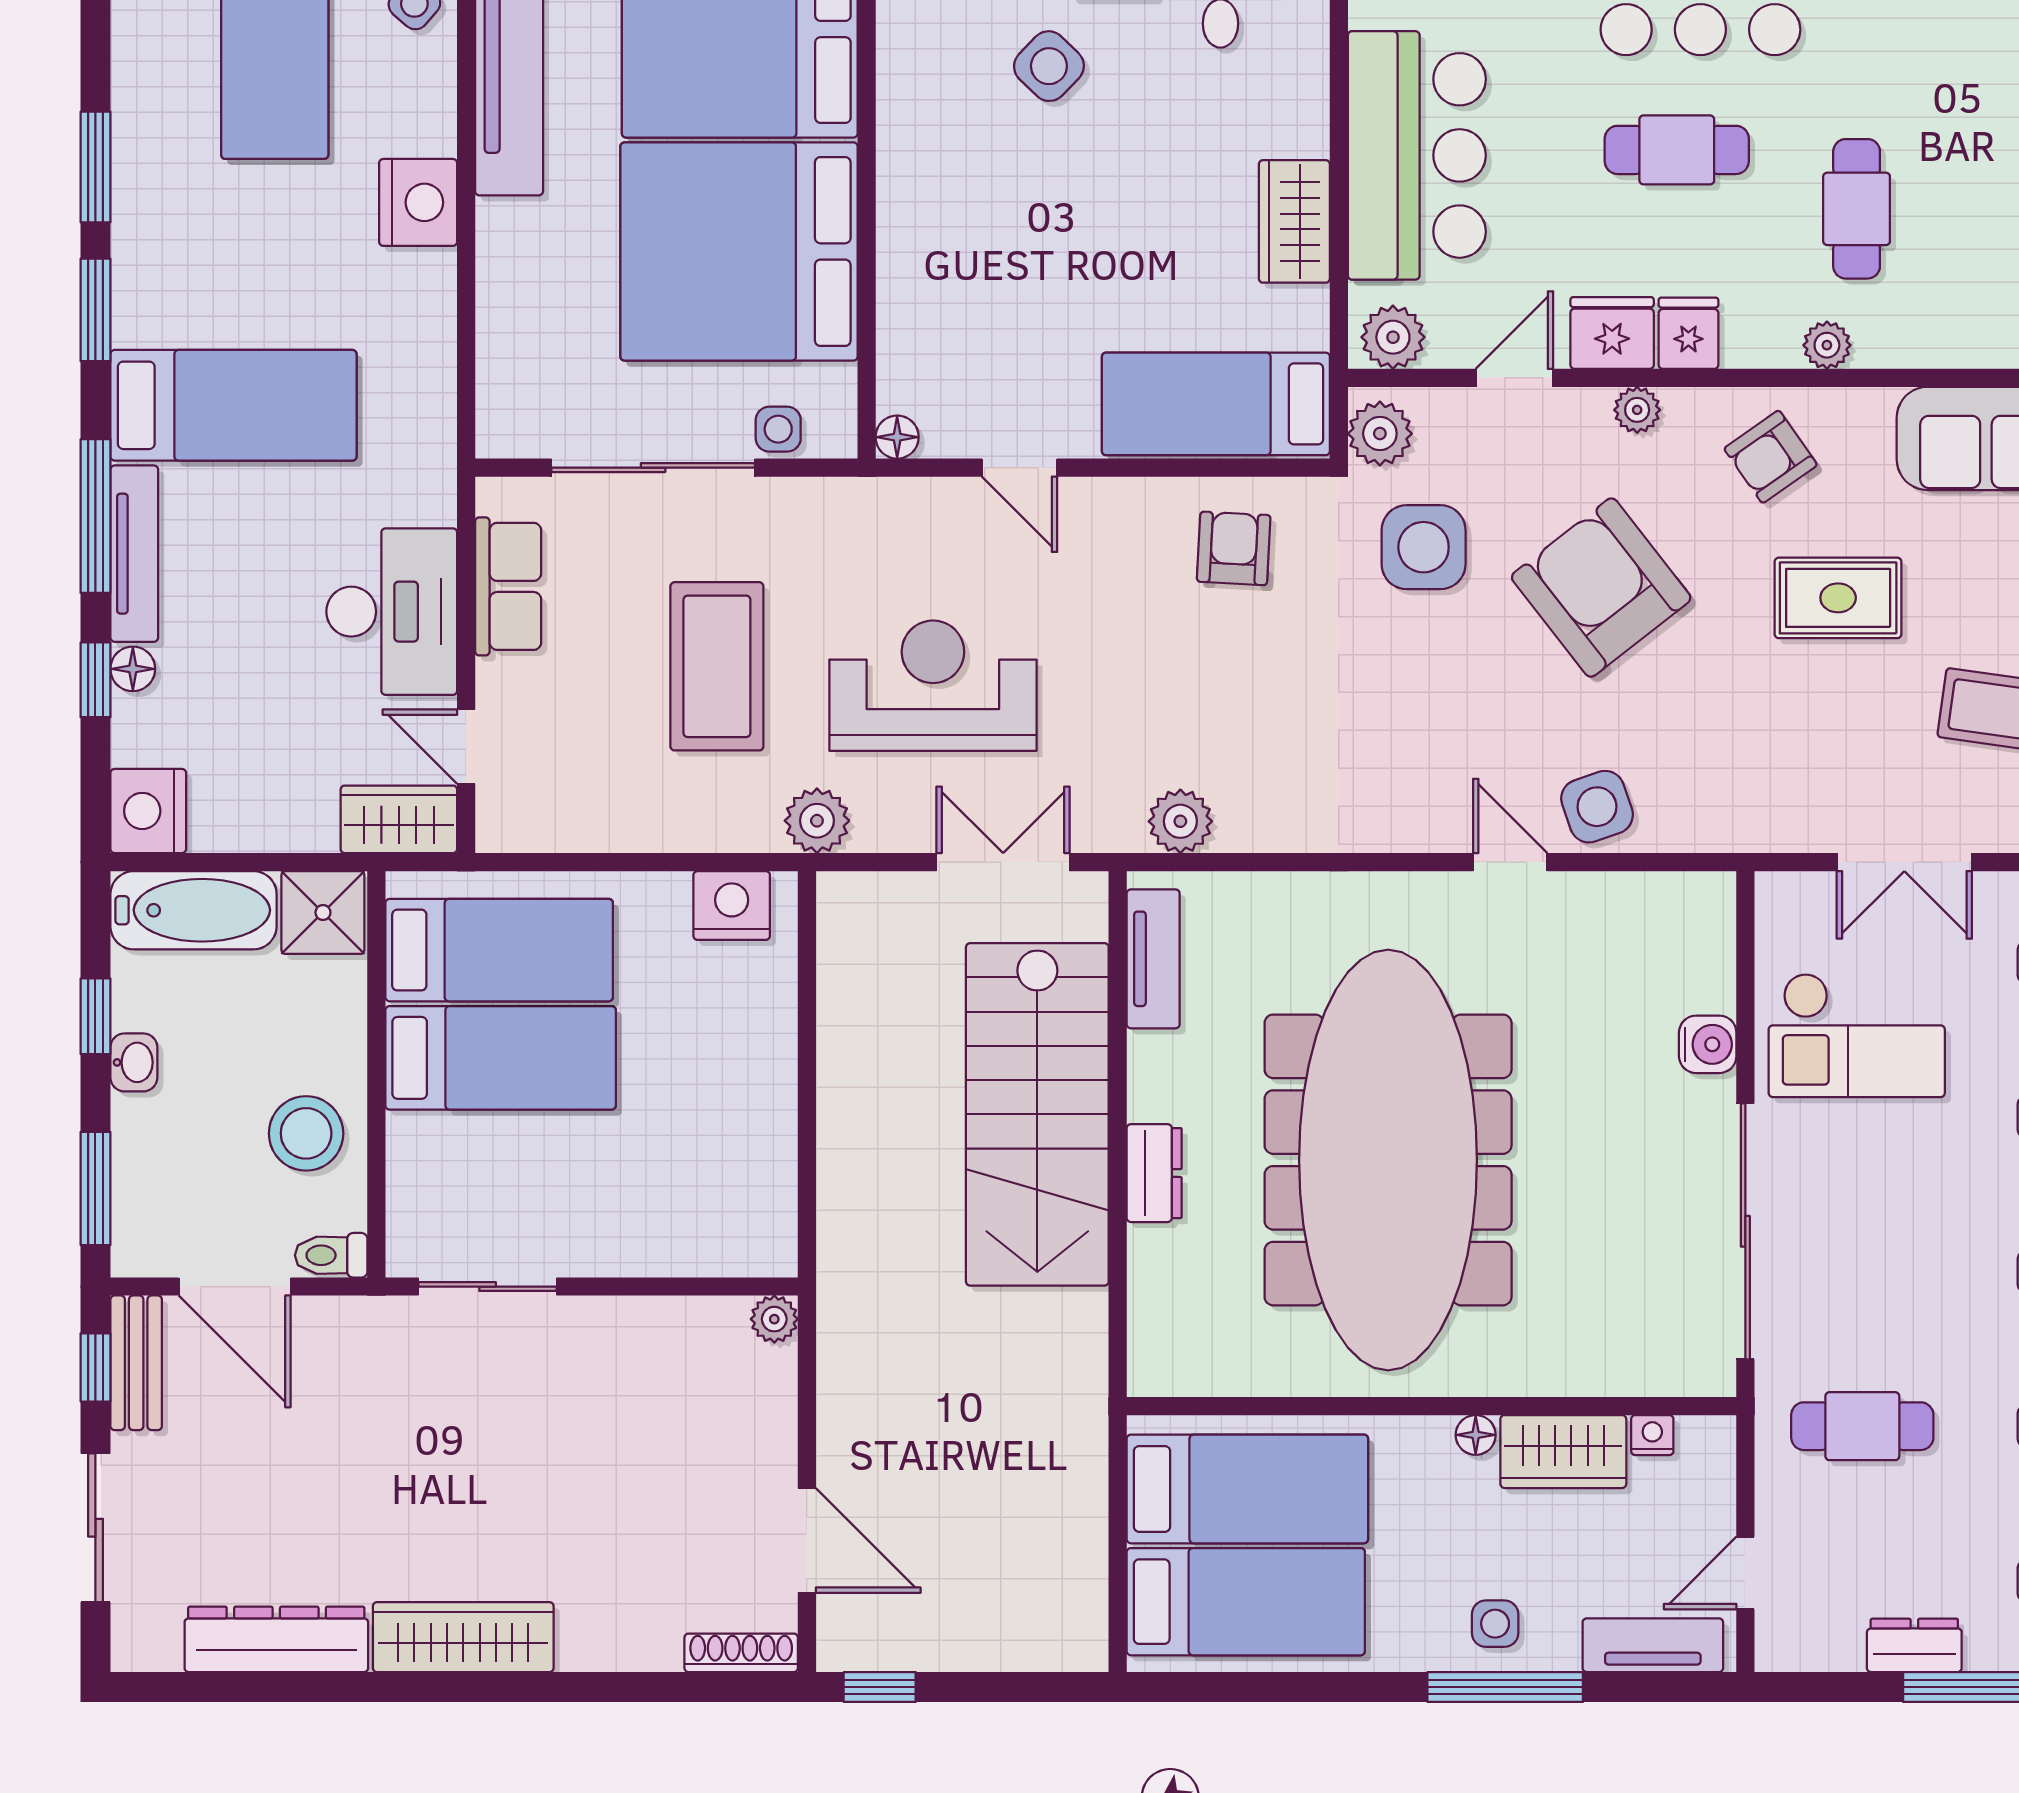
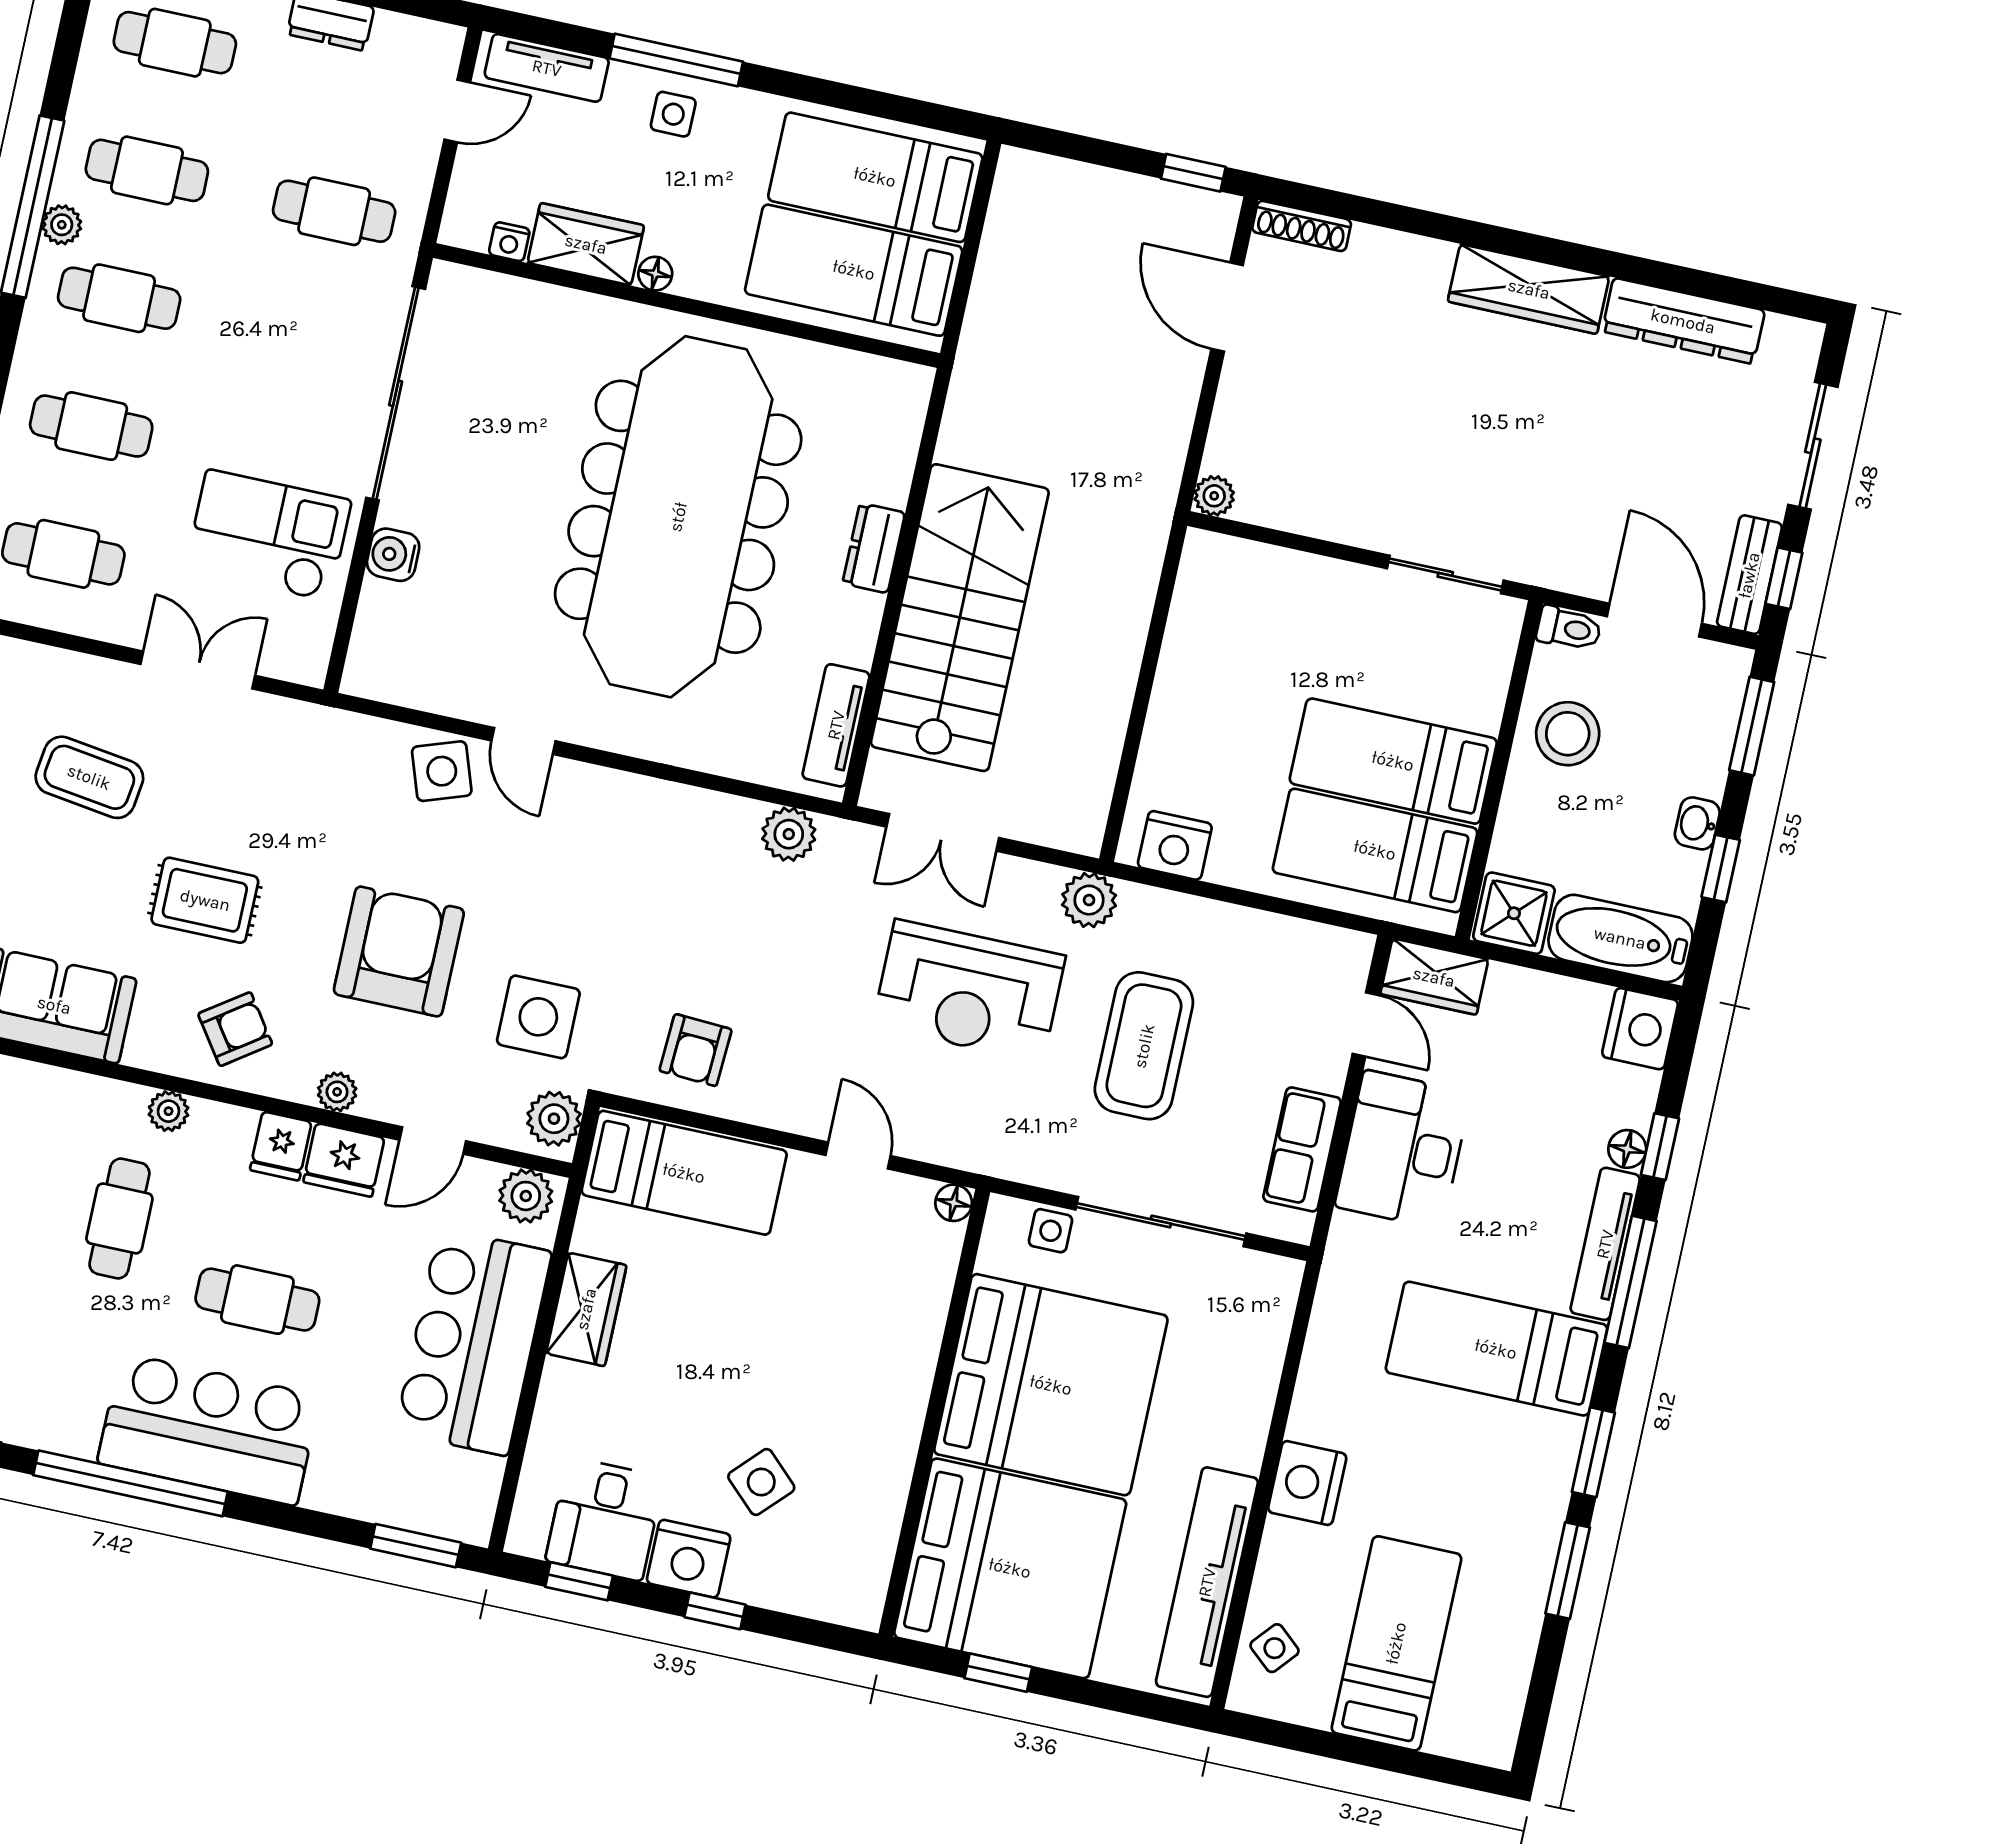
armchair: (1601, 588) -> (399, 951), turned -142

